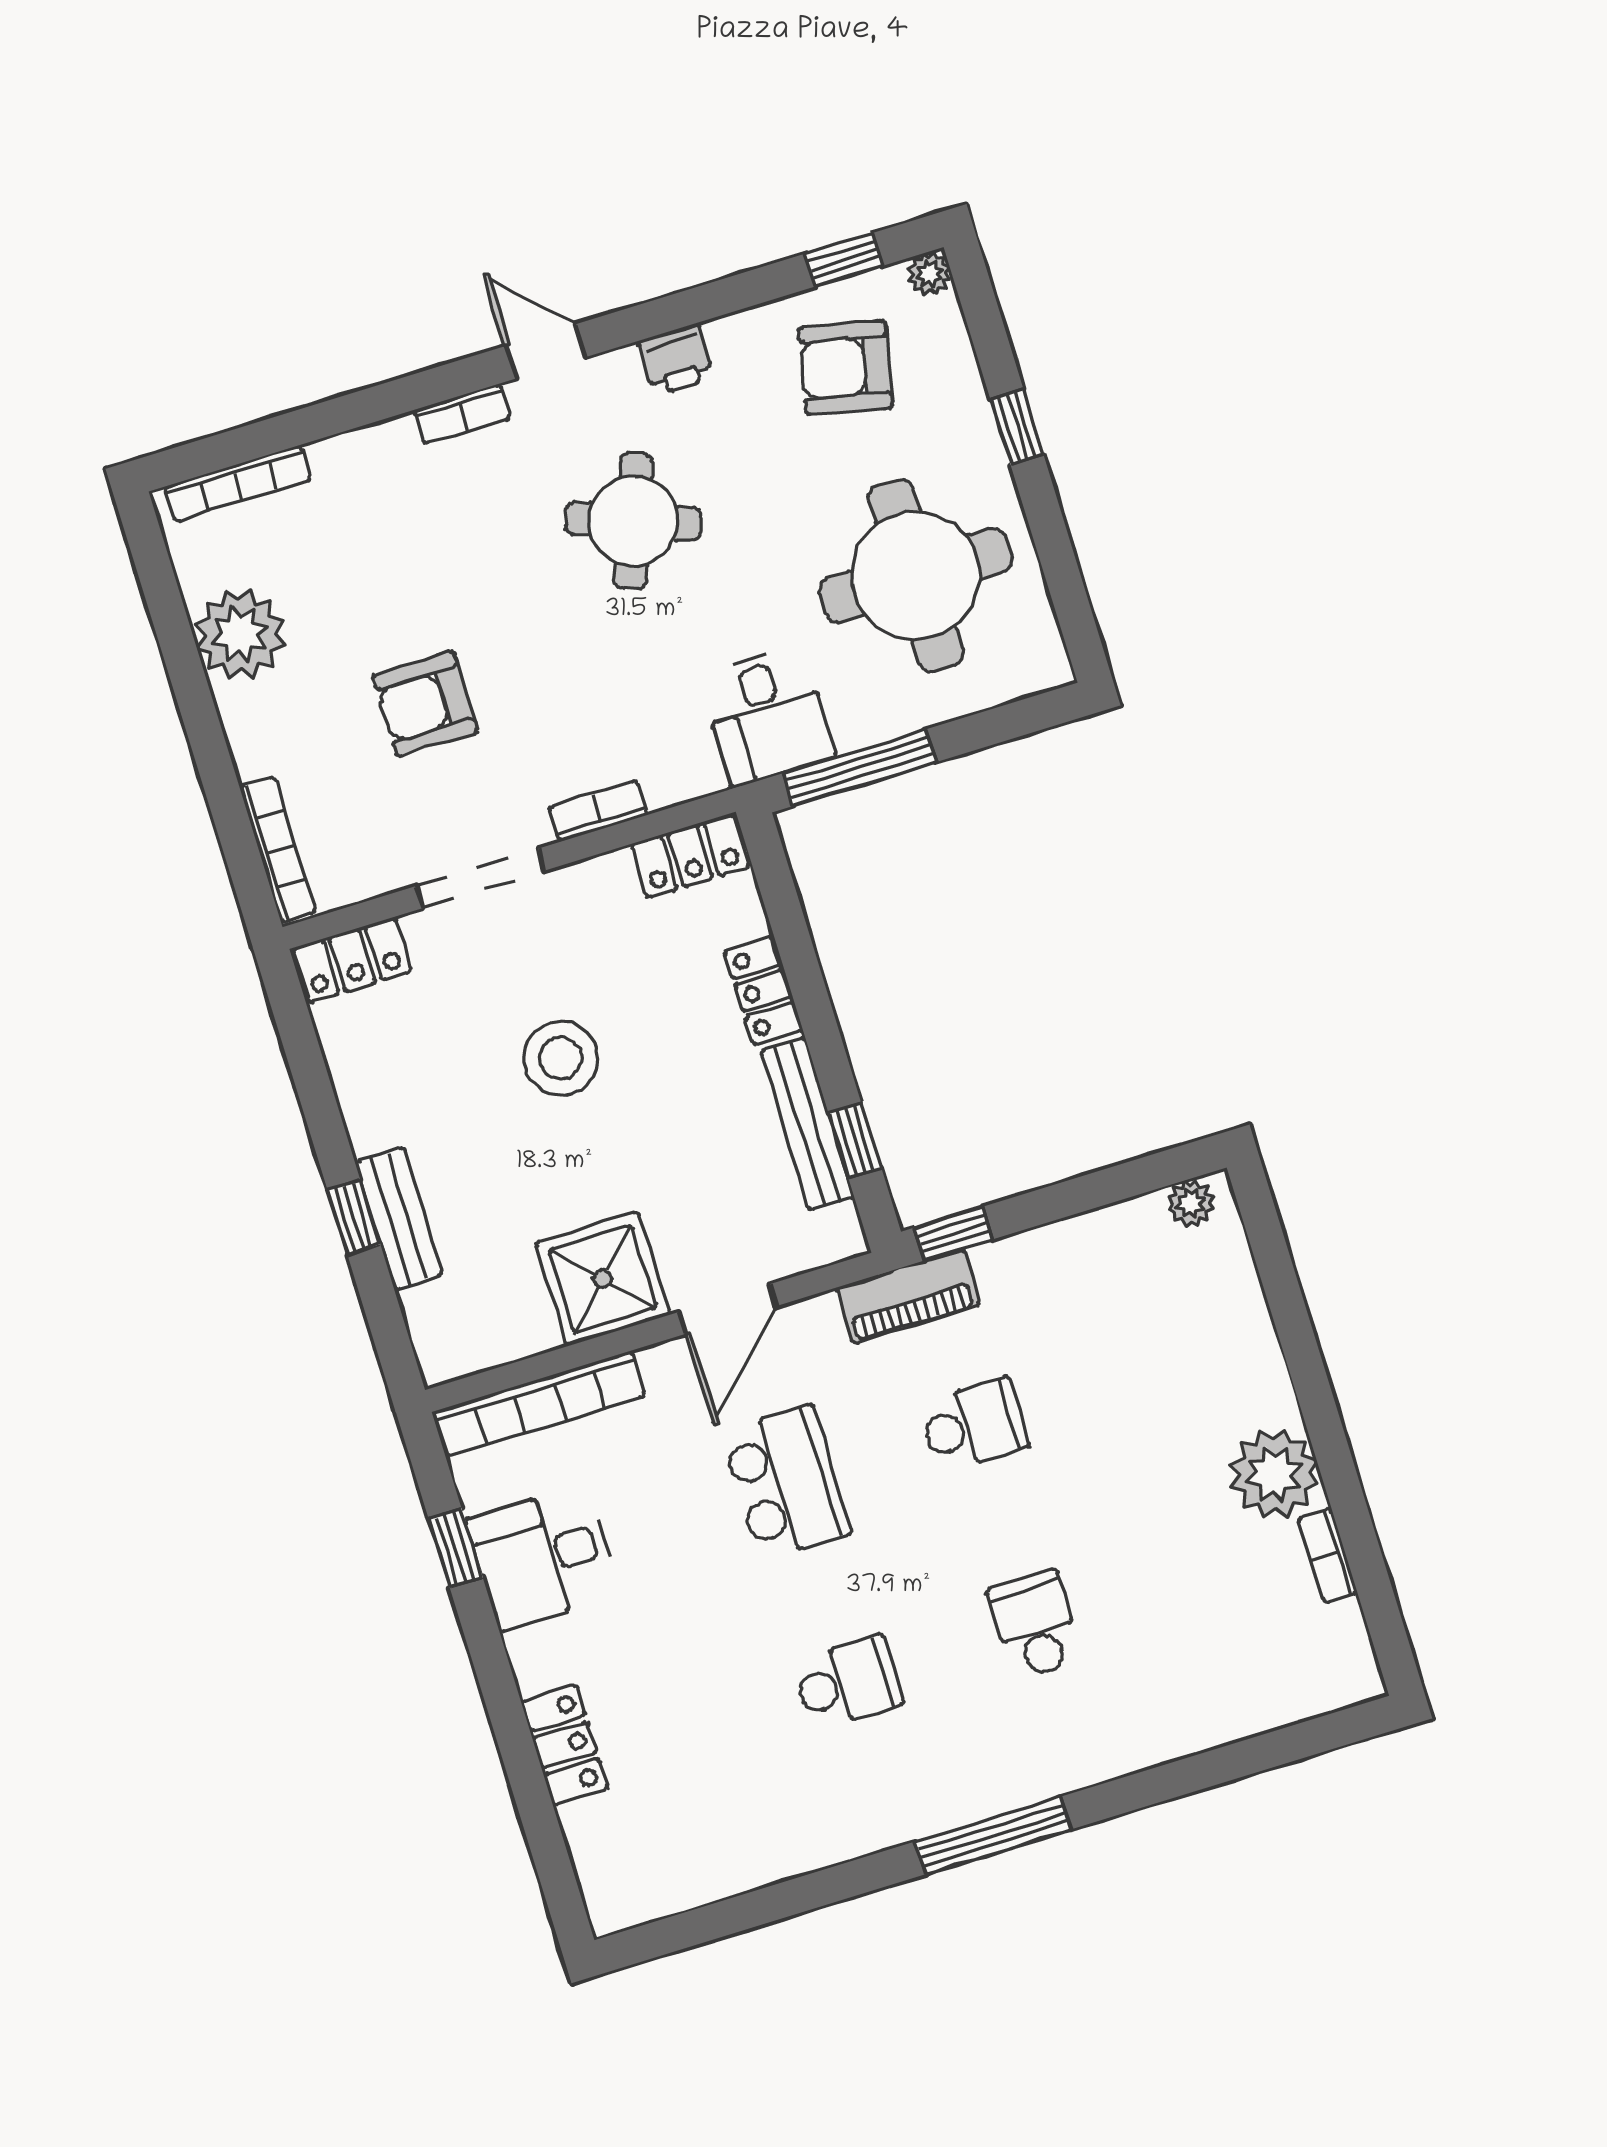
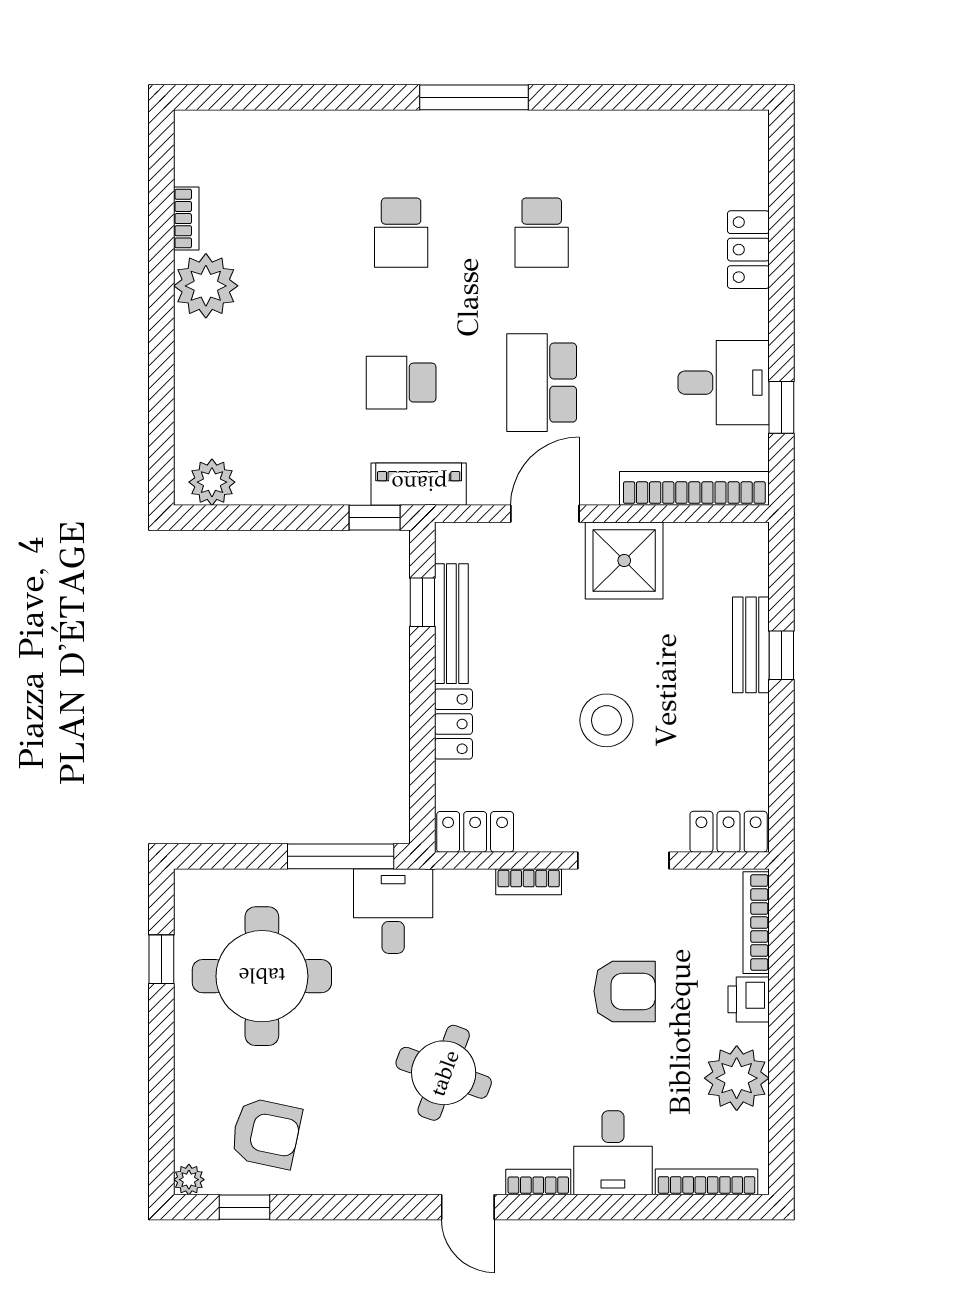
printer: (676, 359) -> (749, 999), moved, turned -90
window: (1017, 427) -> (161, 959), moved
desk: (374, 484) -> (613, 1153), added
plant: (1191, 1203) -> (212, 482), width x1.38, depth x1.38
school desk: (847, 1683) -> (542, 233), turned -90

